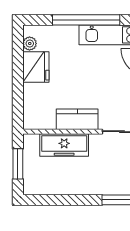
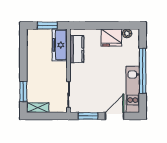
kitchen counter: (77, 119) -> (77, 49), moved
freezer: (64, 145) -> (60, 45), moved

